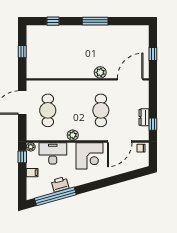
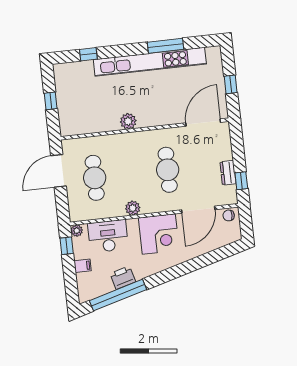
window: (95, 21) -> (166, 46), moved
kitchen unit: (97, 31) -> (150, 62), added
plant: (100, 72) -> (128, 121), moved

